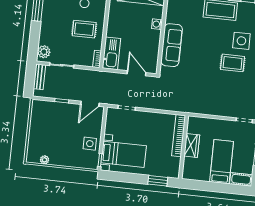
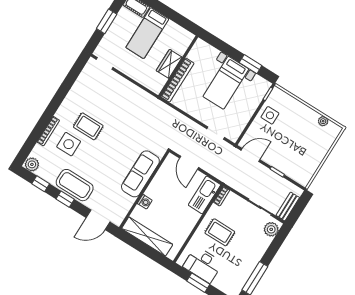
bed with nightstands: (124, 154) -> (226, 83), moved, turned -90
window: (158, 181) -> (251, 64), moved

